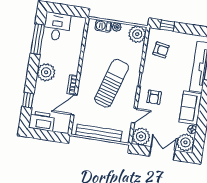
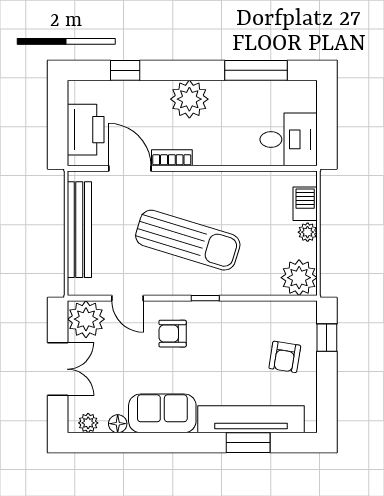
desk: (57, 27) -> (289, 139), moved
armchair: (161, 50) -> (285, 357), moved
printer: (42, 121) -> (86, 130), moved
plant: (186, 142) -> (88, 423), width x0.53, depth x0.53

